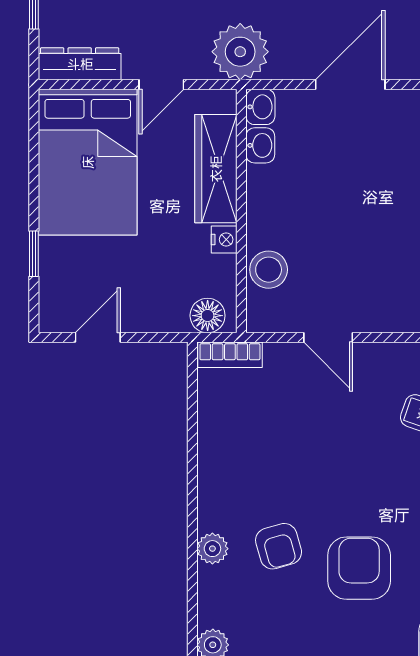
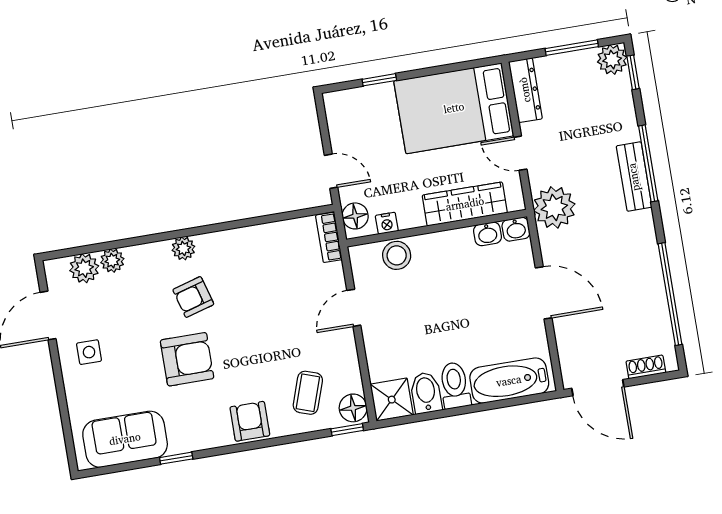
nightstand: (224, 240) -> (387, 223), moved
door: (98, 337) -> (331, 171), moved

